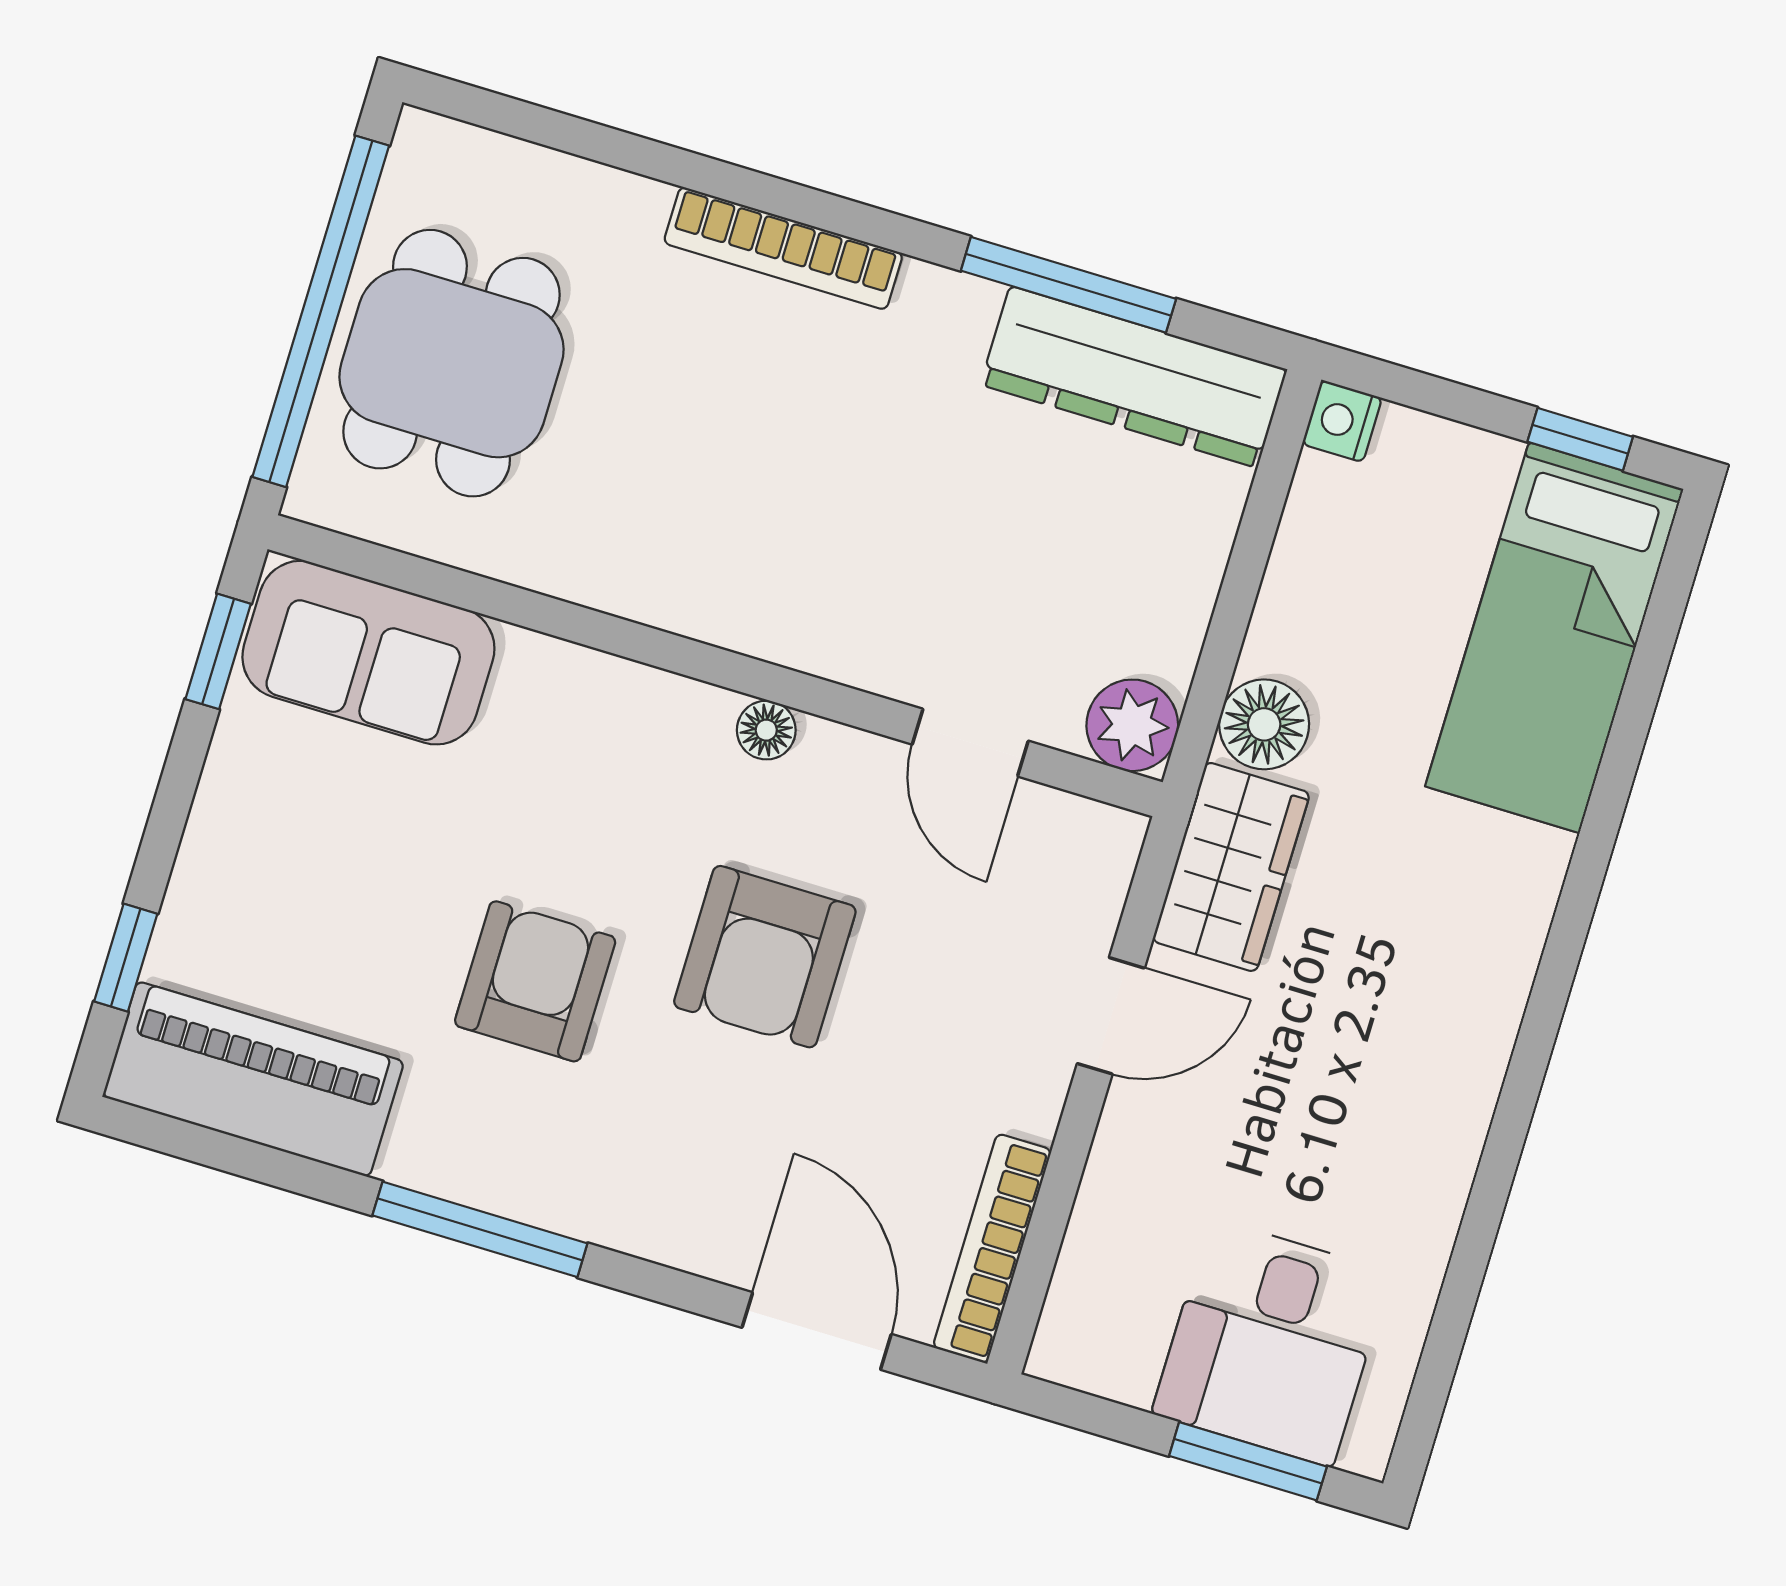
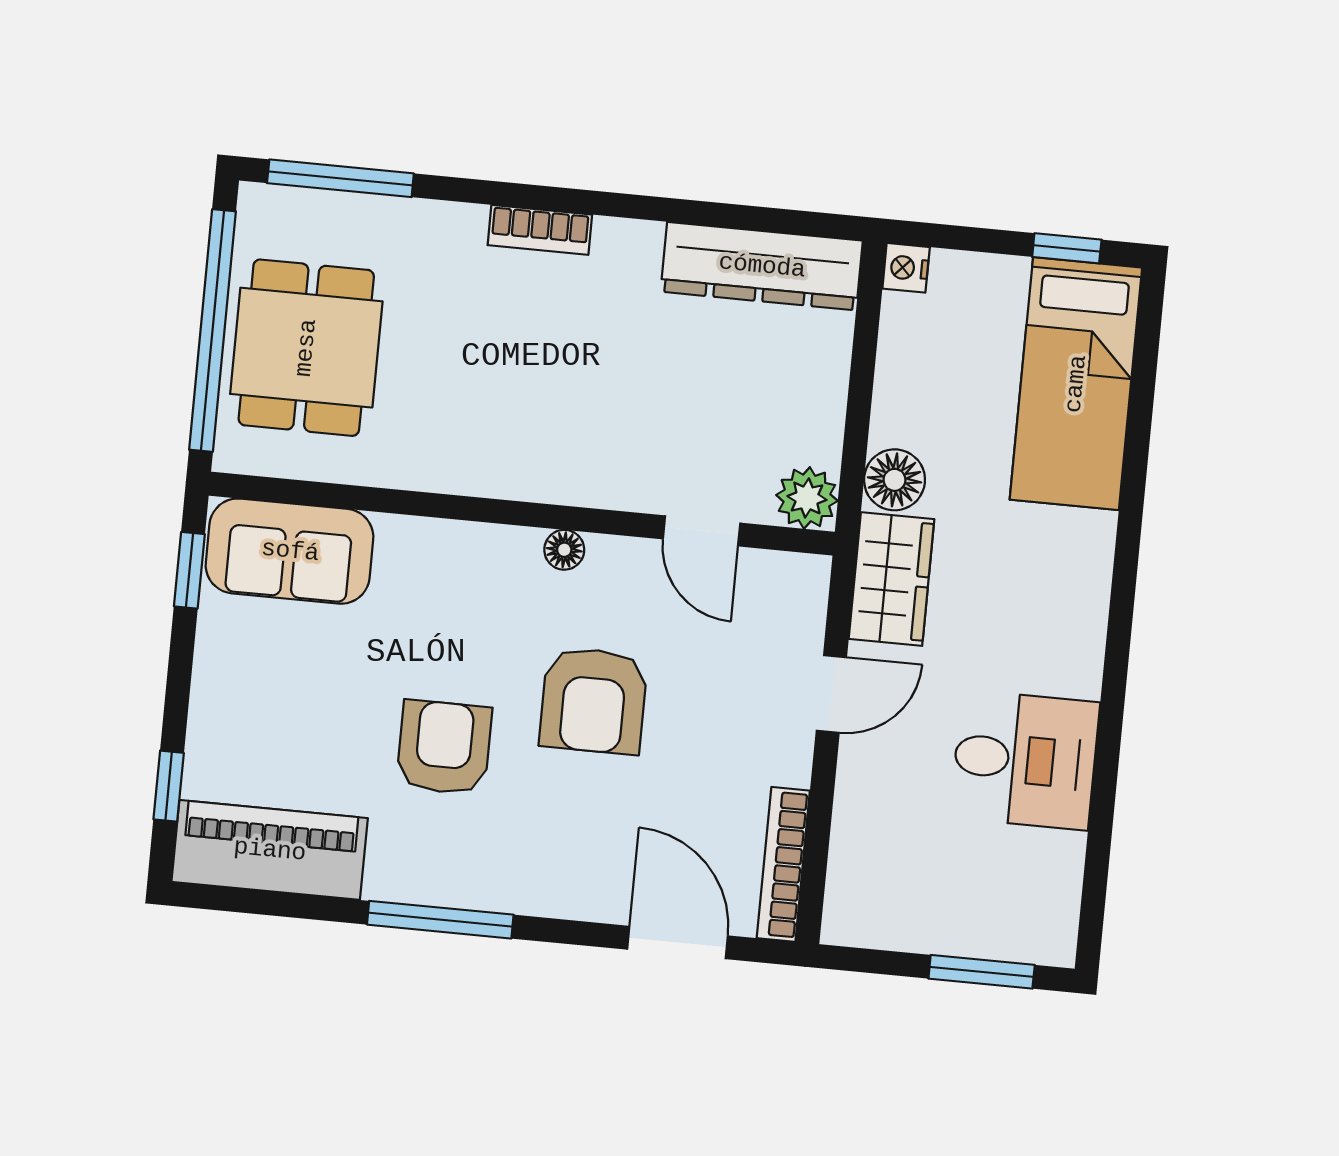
bookcase: (783, 248) -> (540, 230), width x0.64
window: (1068, 285) -> (340, 178), moved
desk: (1271, 1343) -> (1025, 760), moved, turned -90

